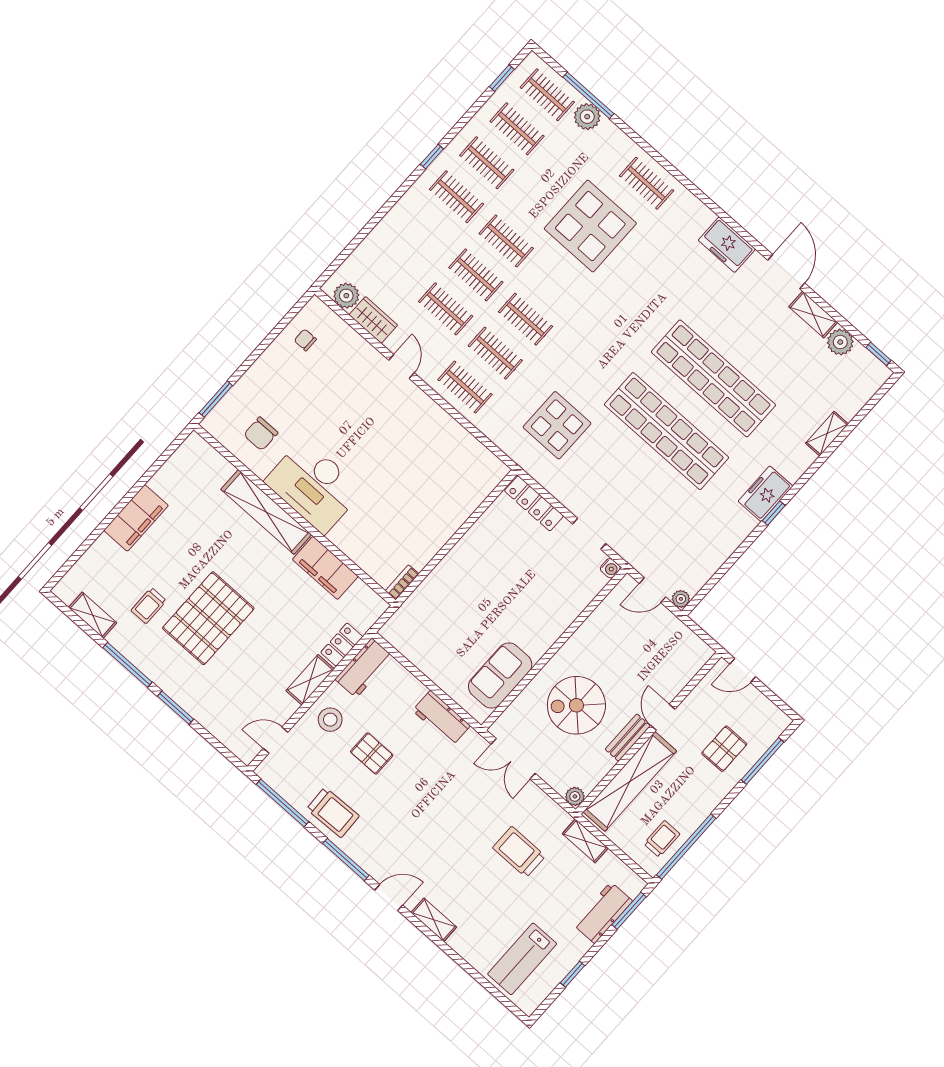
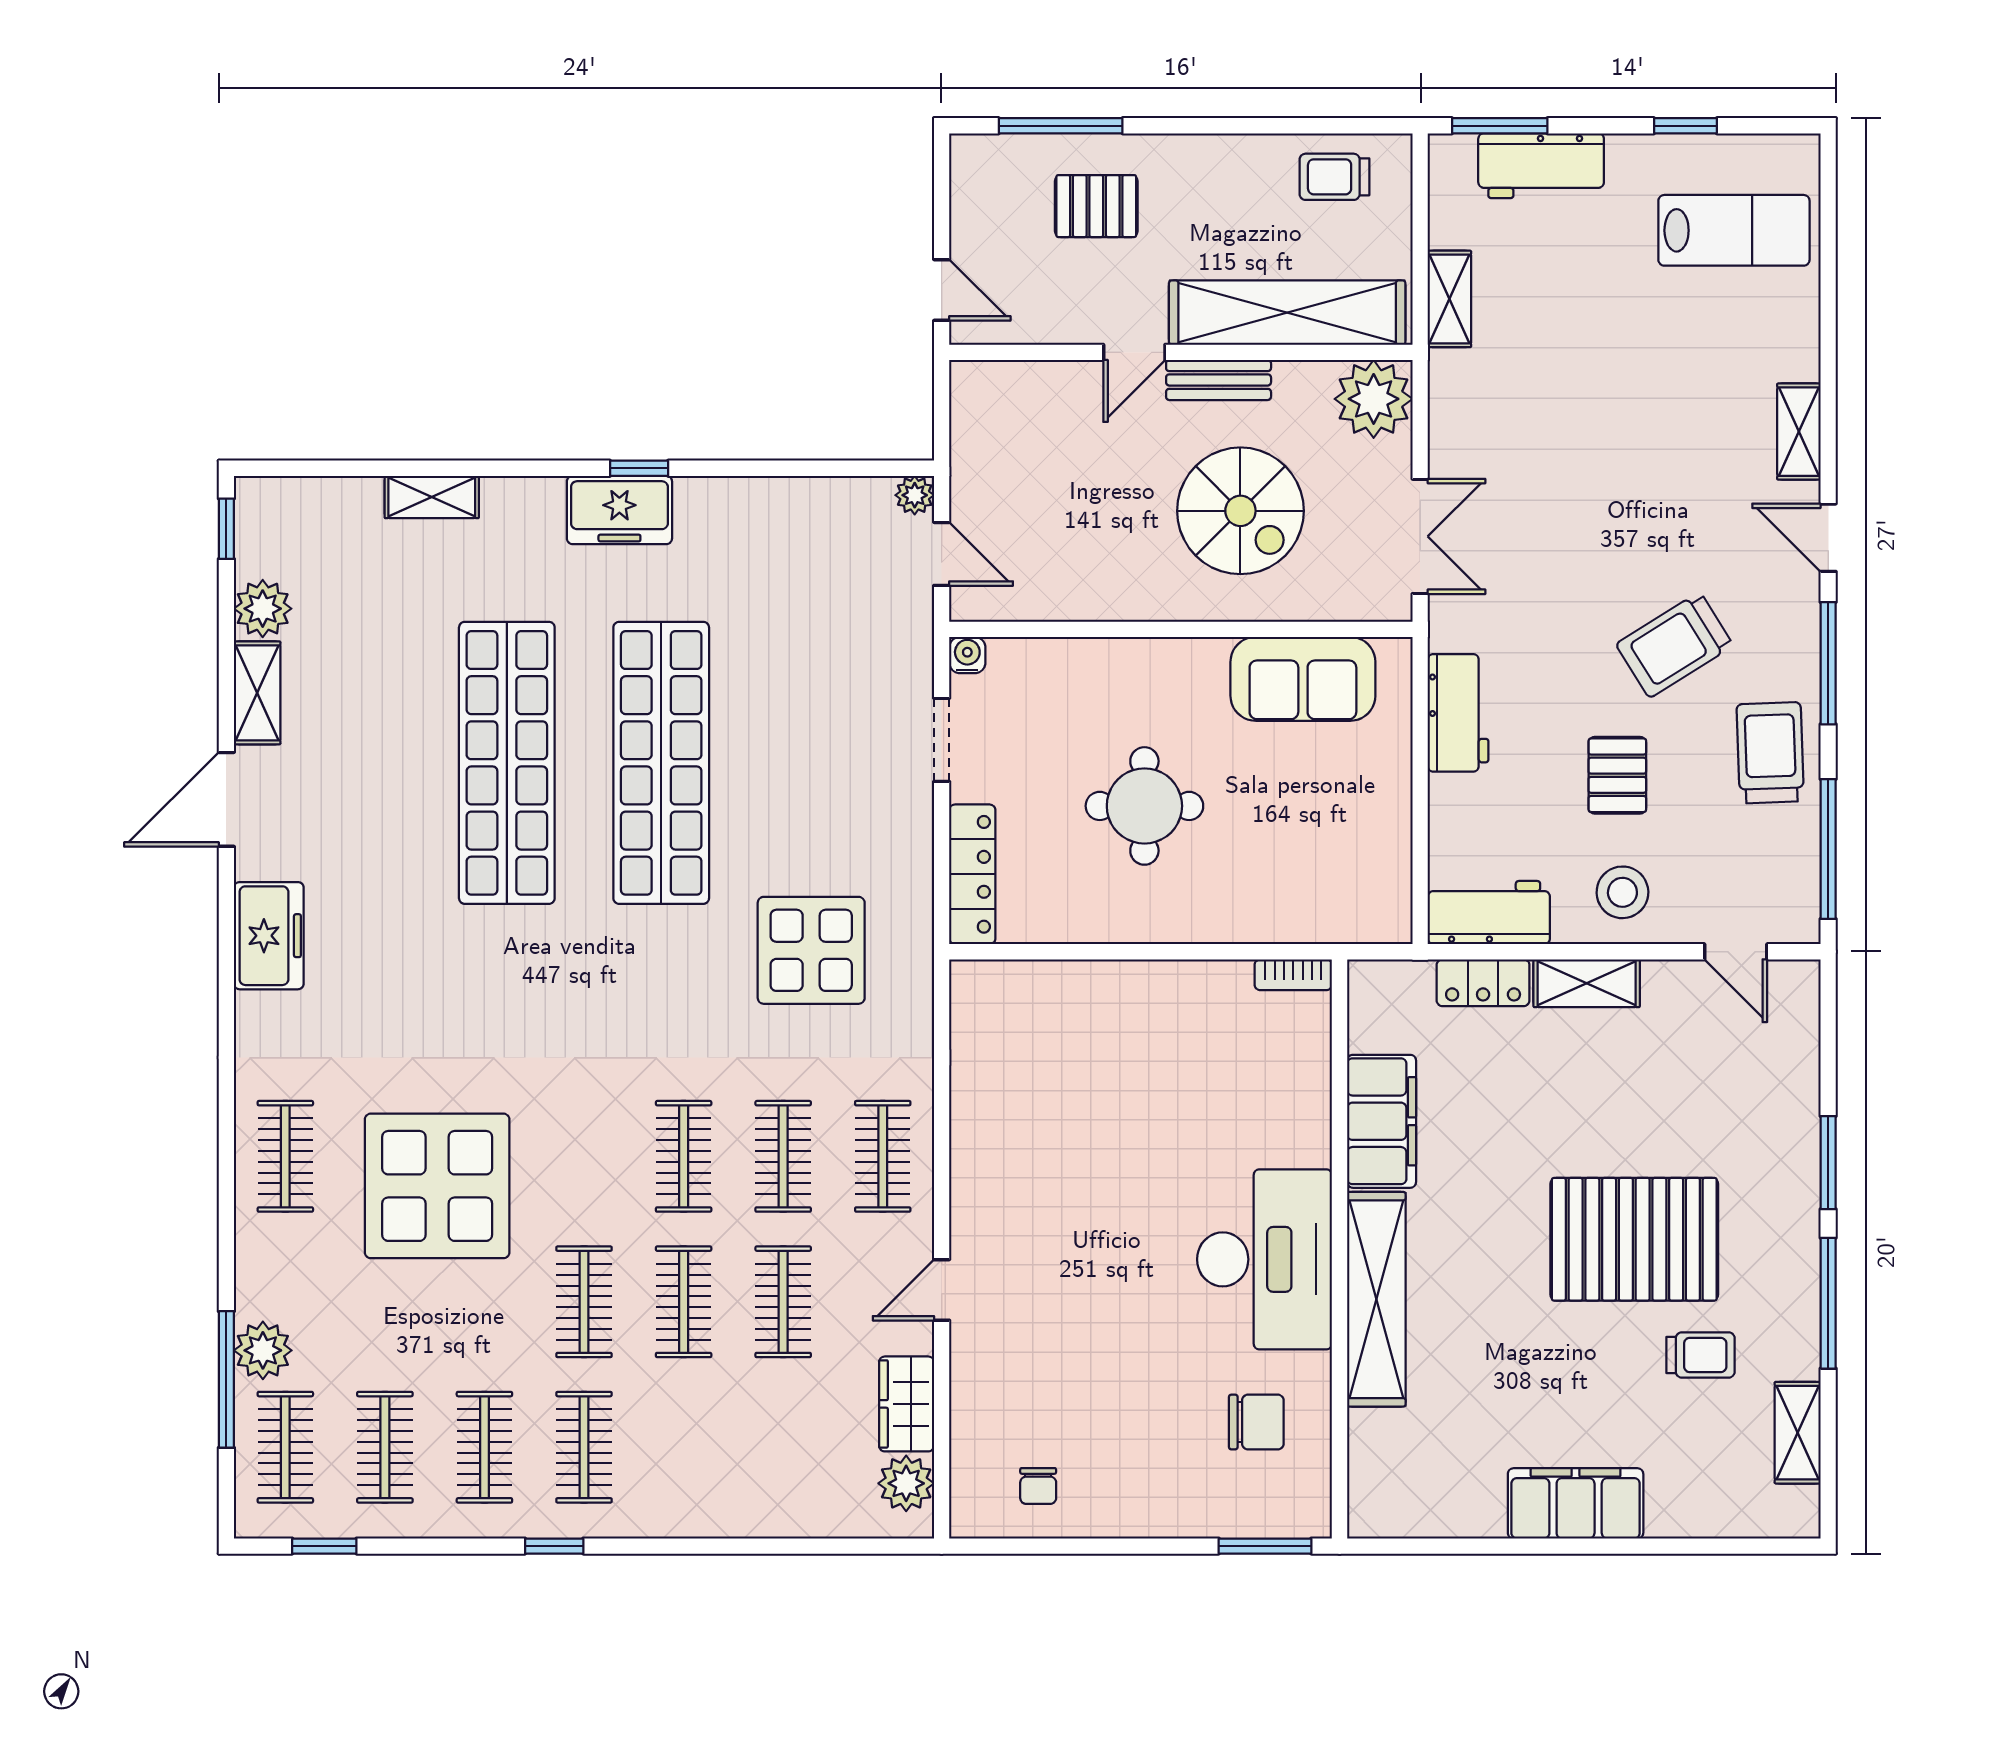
round table: (505, 583) -> (1144, 806), added
plant: (575, 796) -> (1374, 399), width x1.88, depth x1.88
window: (686, 847) -> (1312, 126), removed
trolley: (519, 852) -> (1675, 645), moved, turned 58

